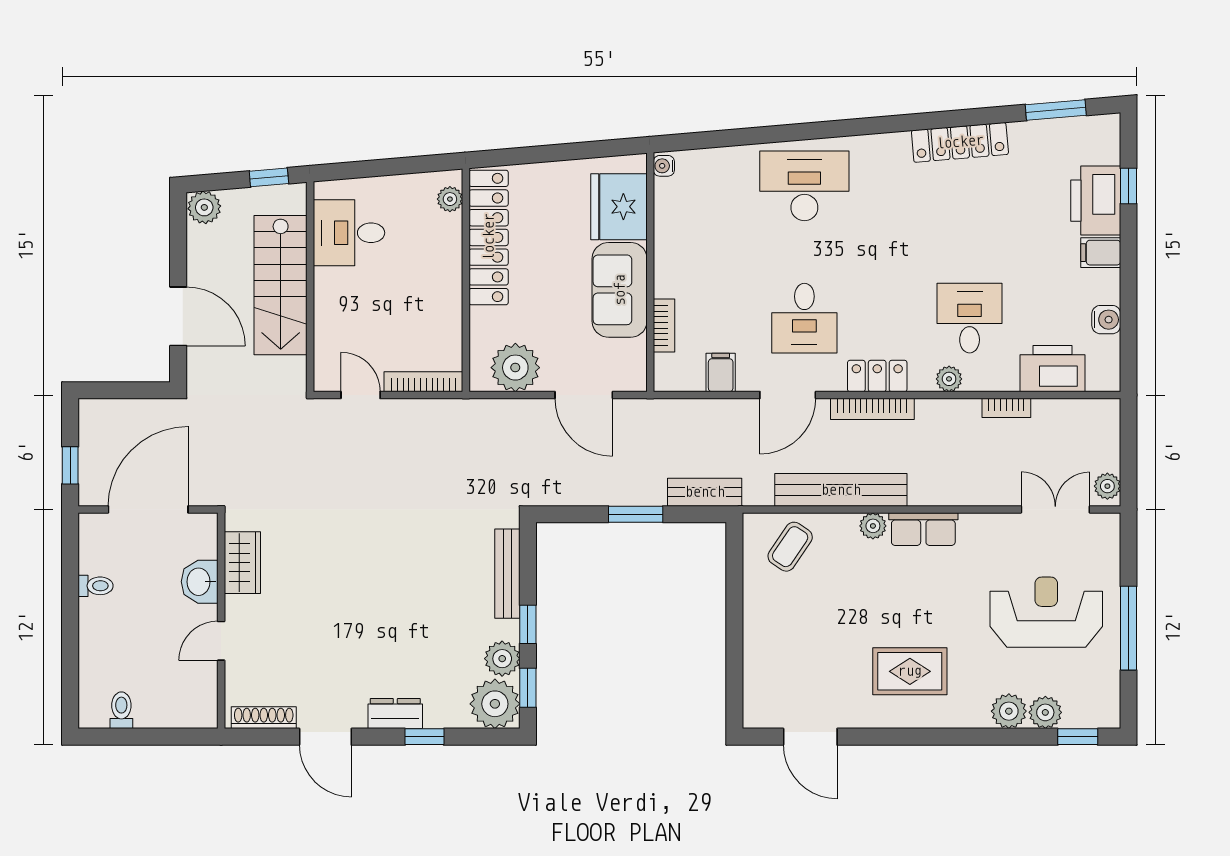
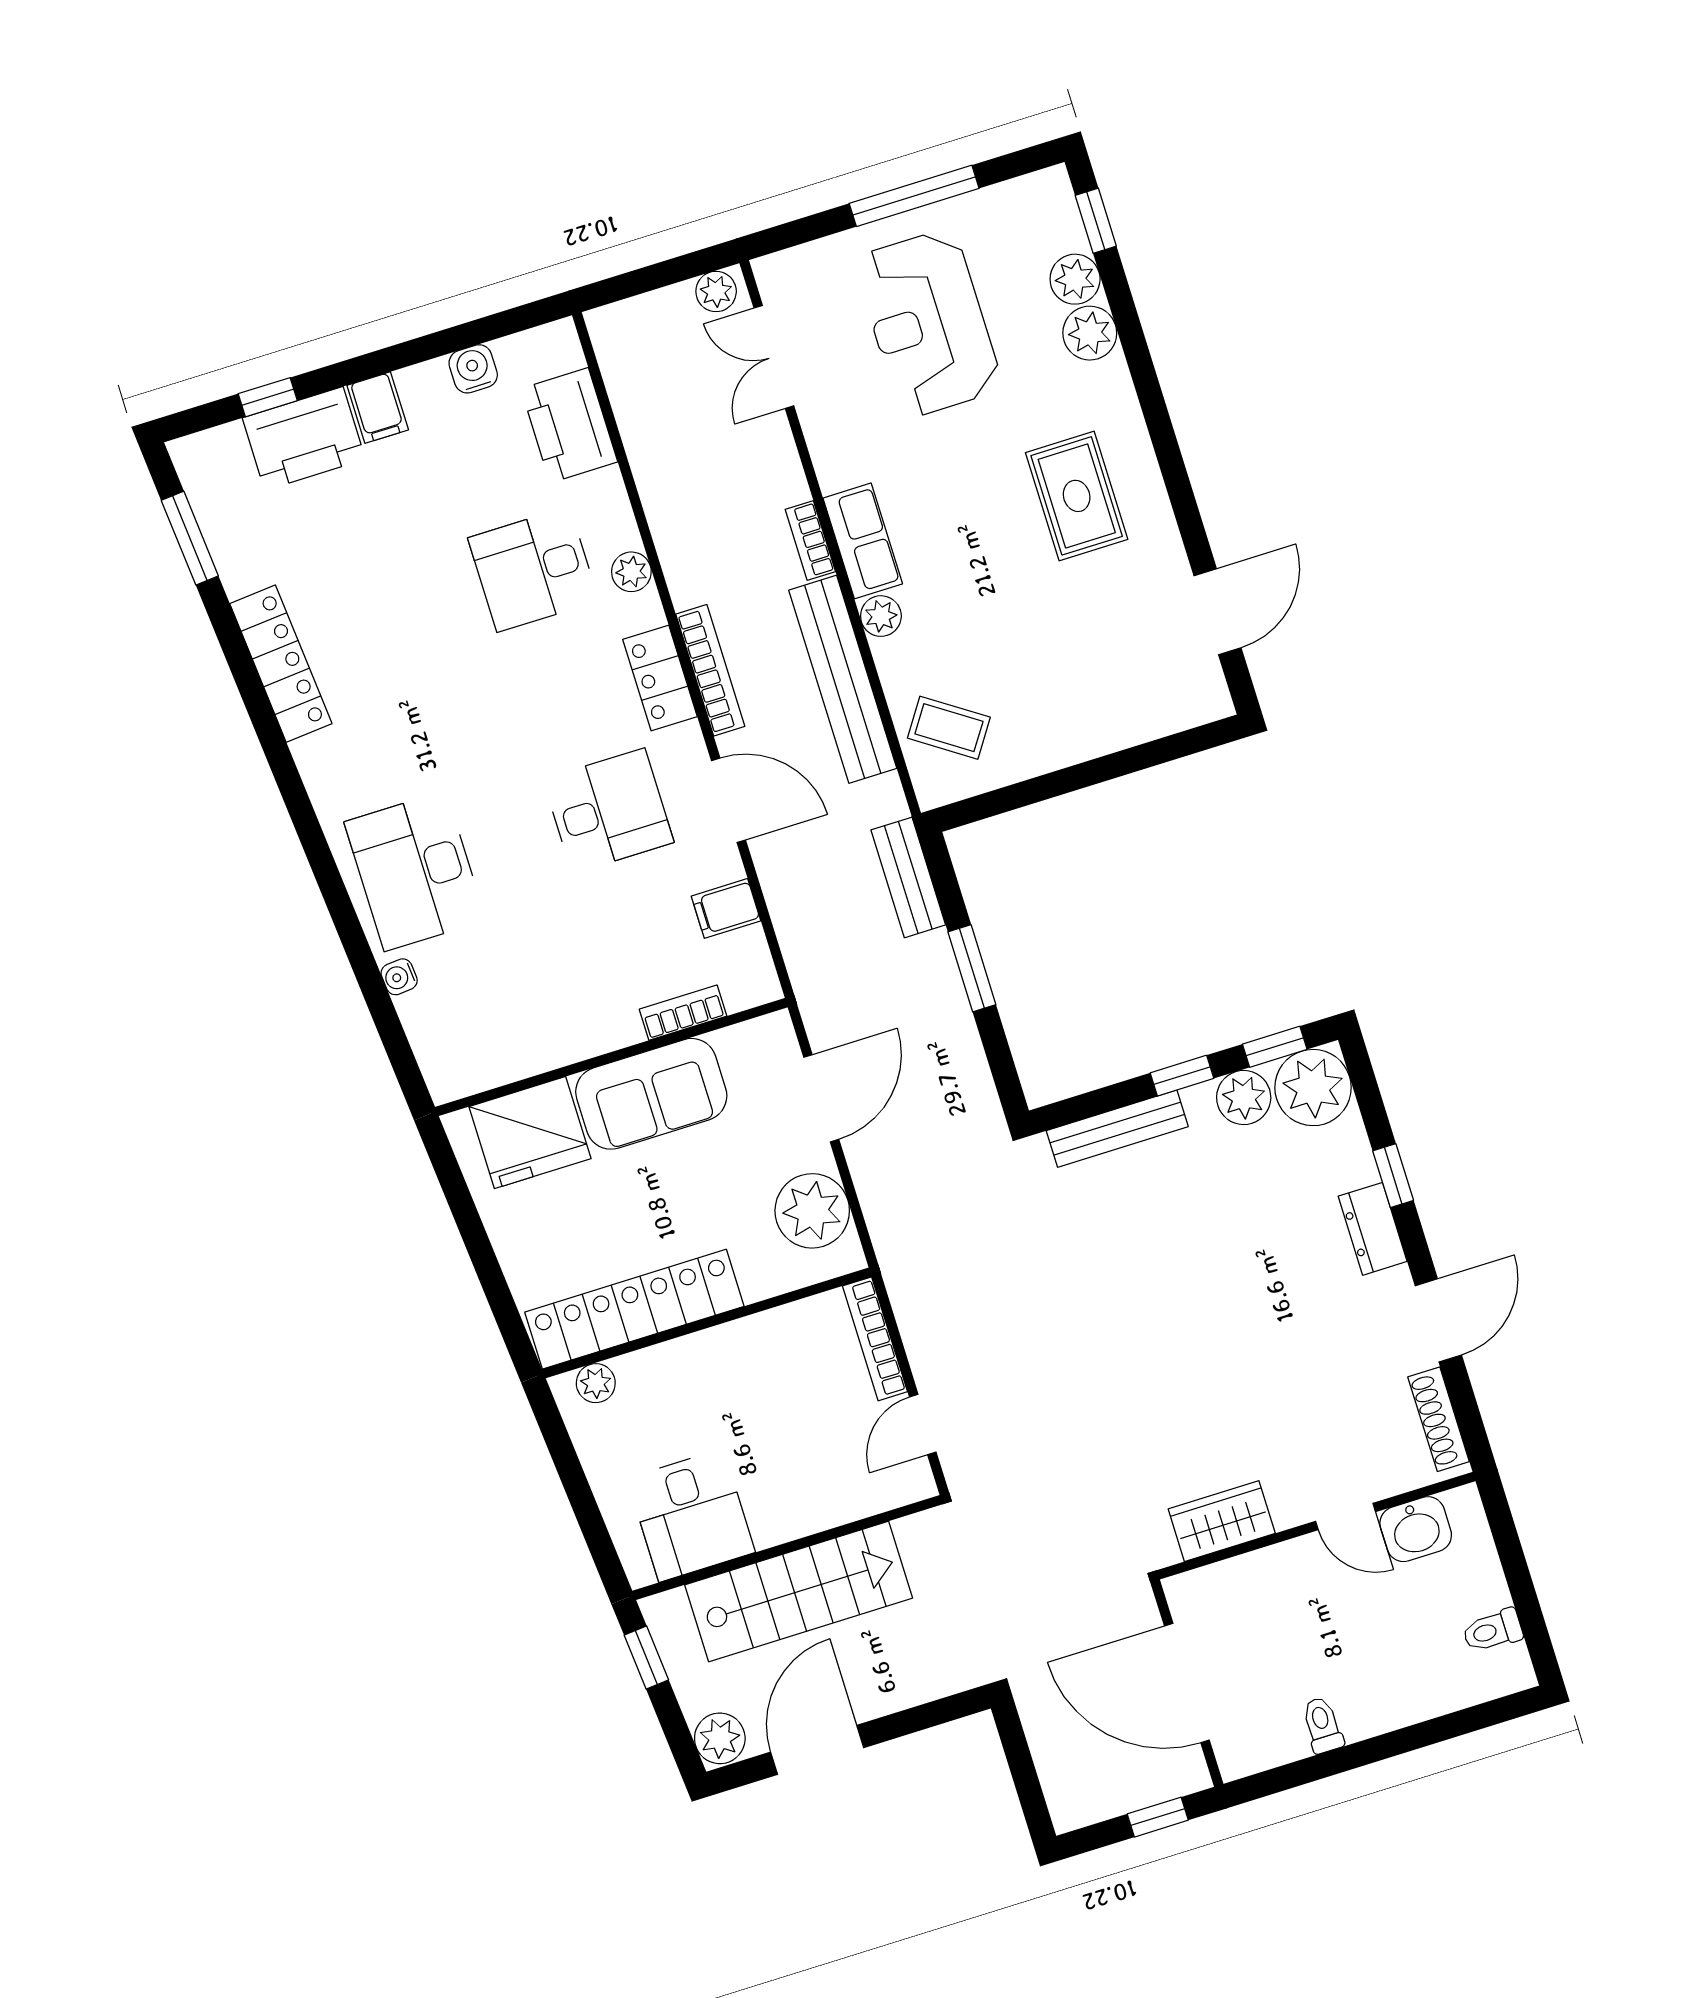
water cooler: (664, 166) -> (399, 977), moved, turned 85
door: (178, 316) -> (817, 1750), moved
bookcase: (1006, 408) -> (810, 540), moved, turned 180
washbasin: (200, 582) -> (1416, 1529), moved

